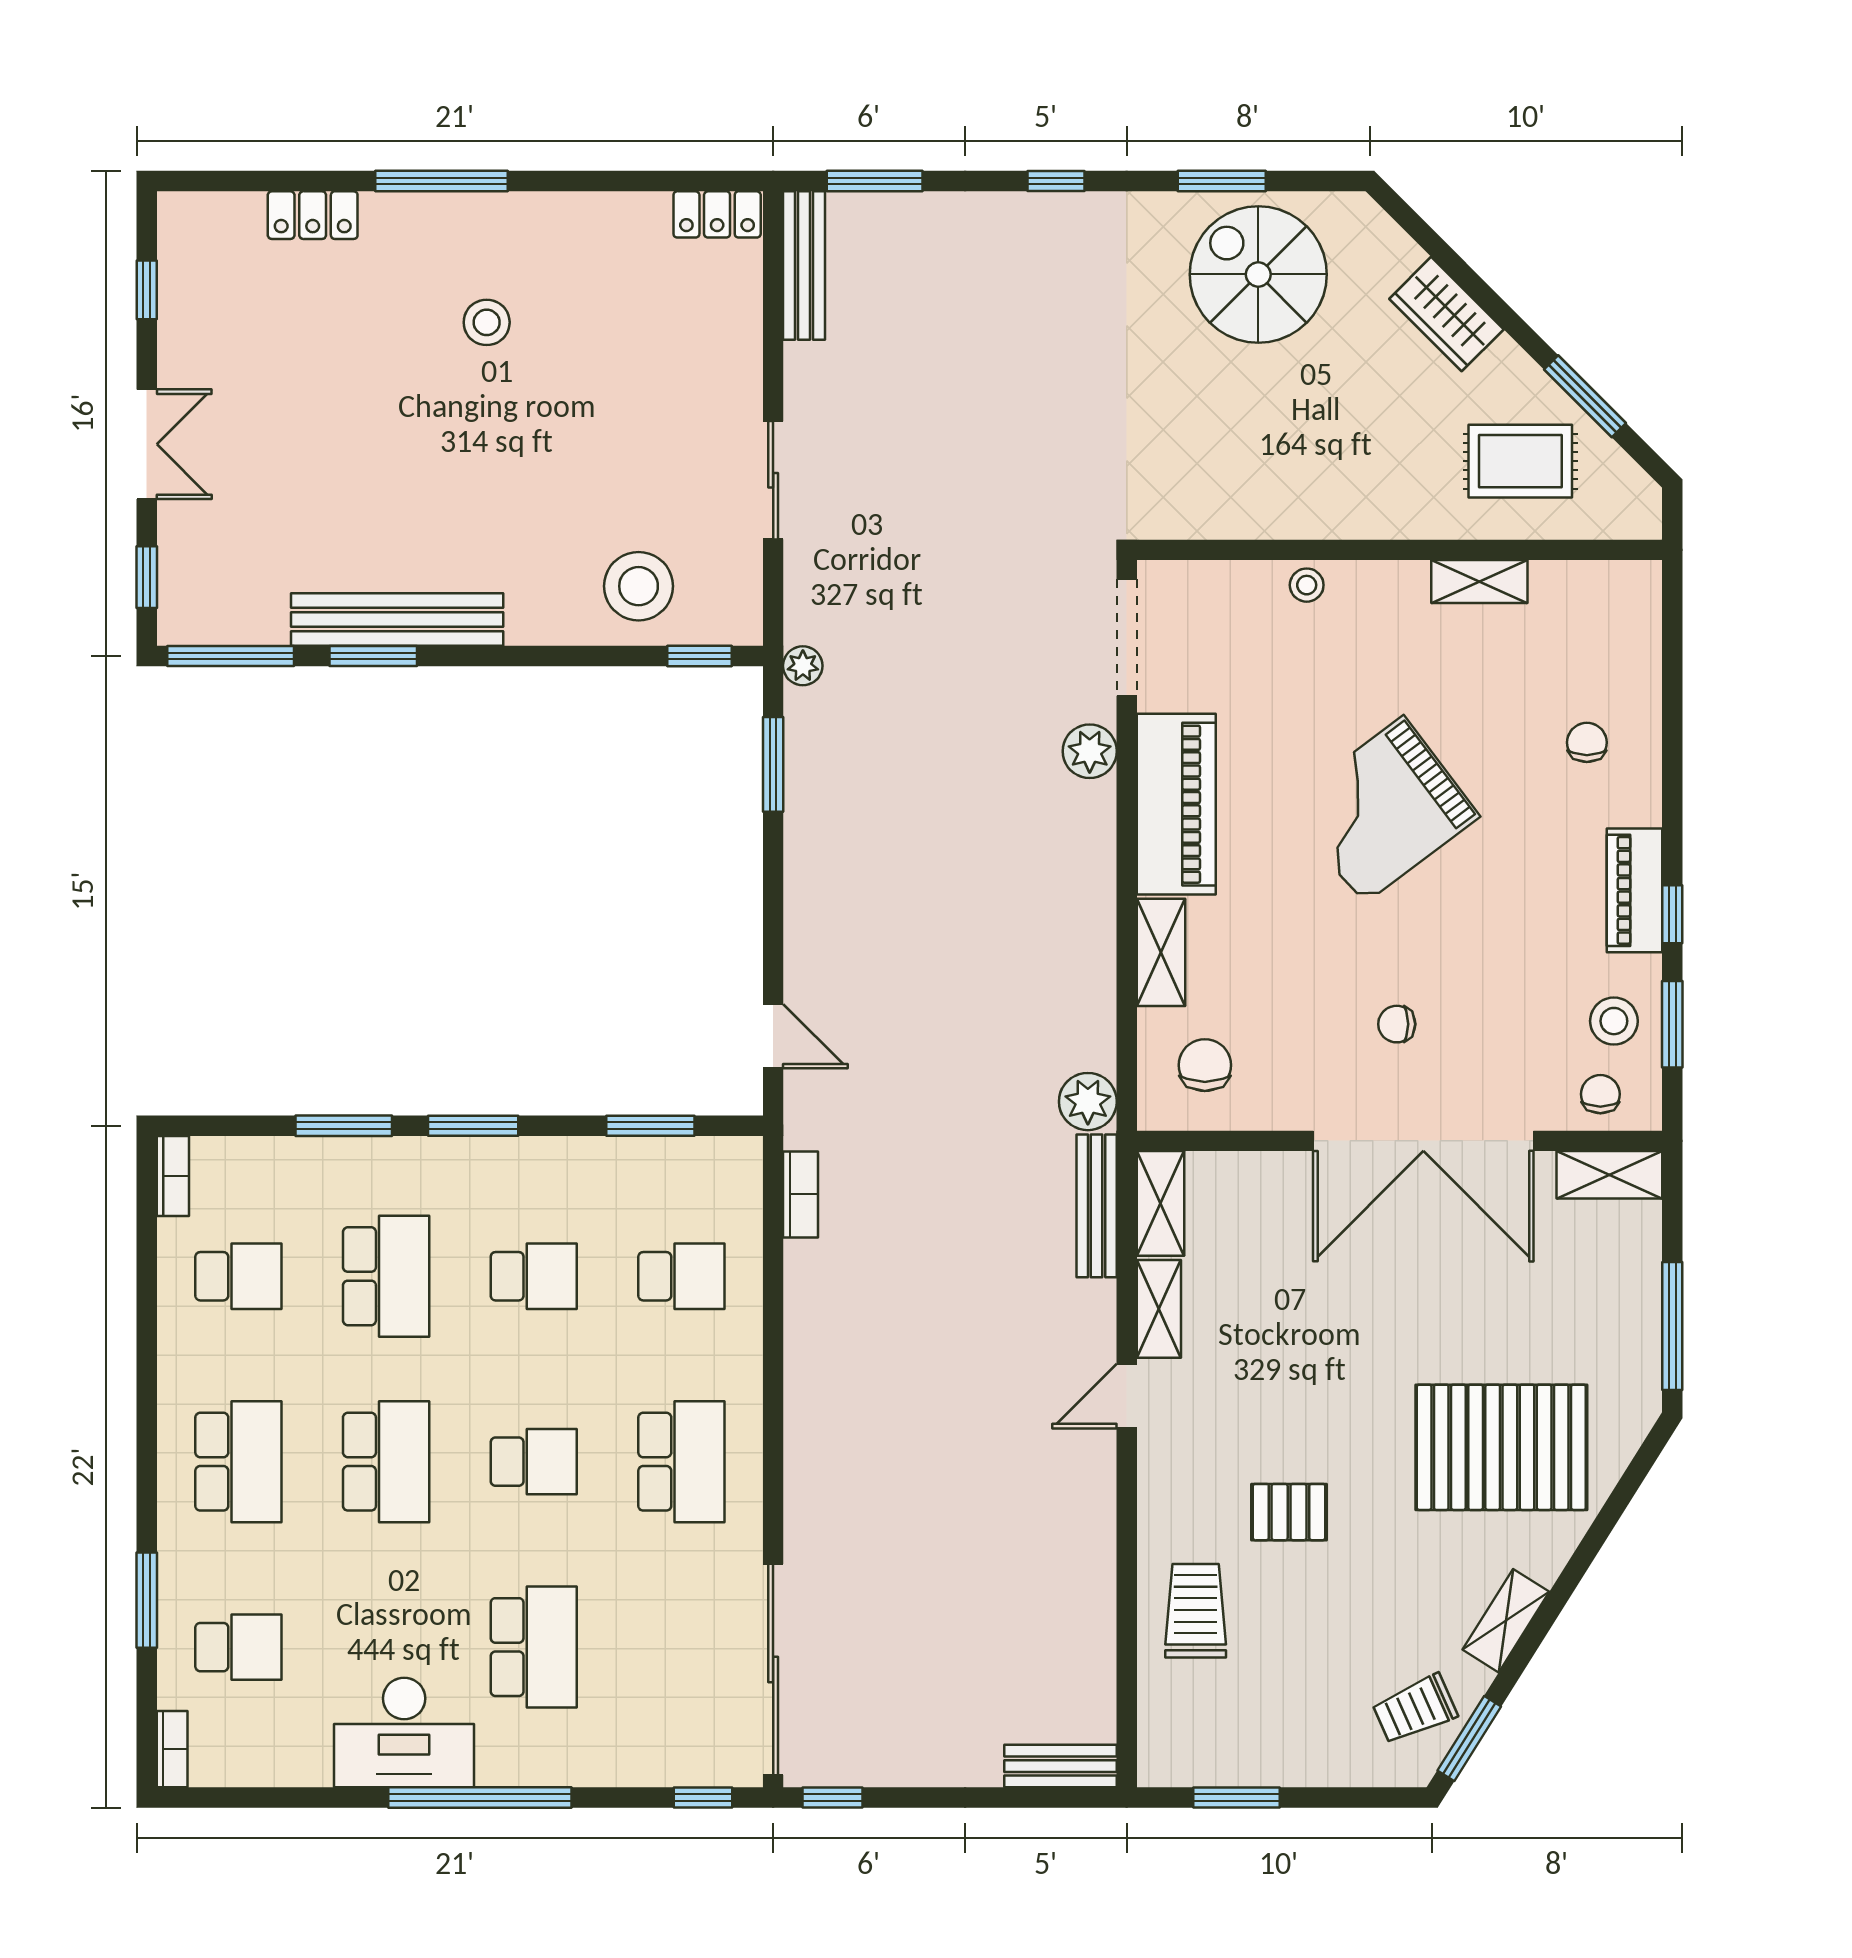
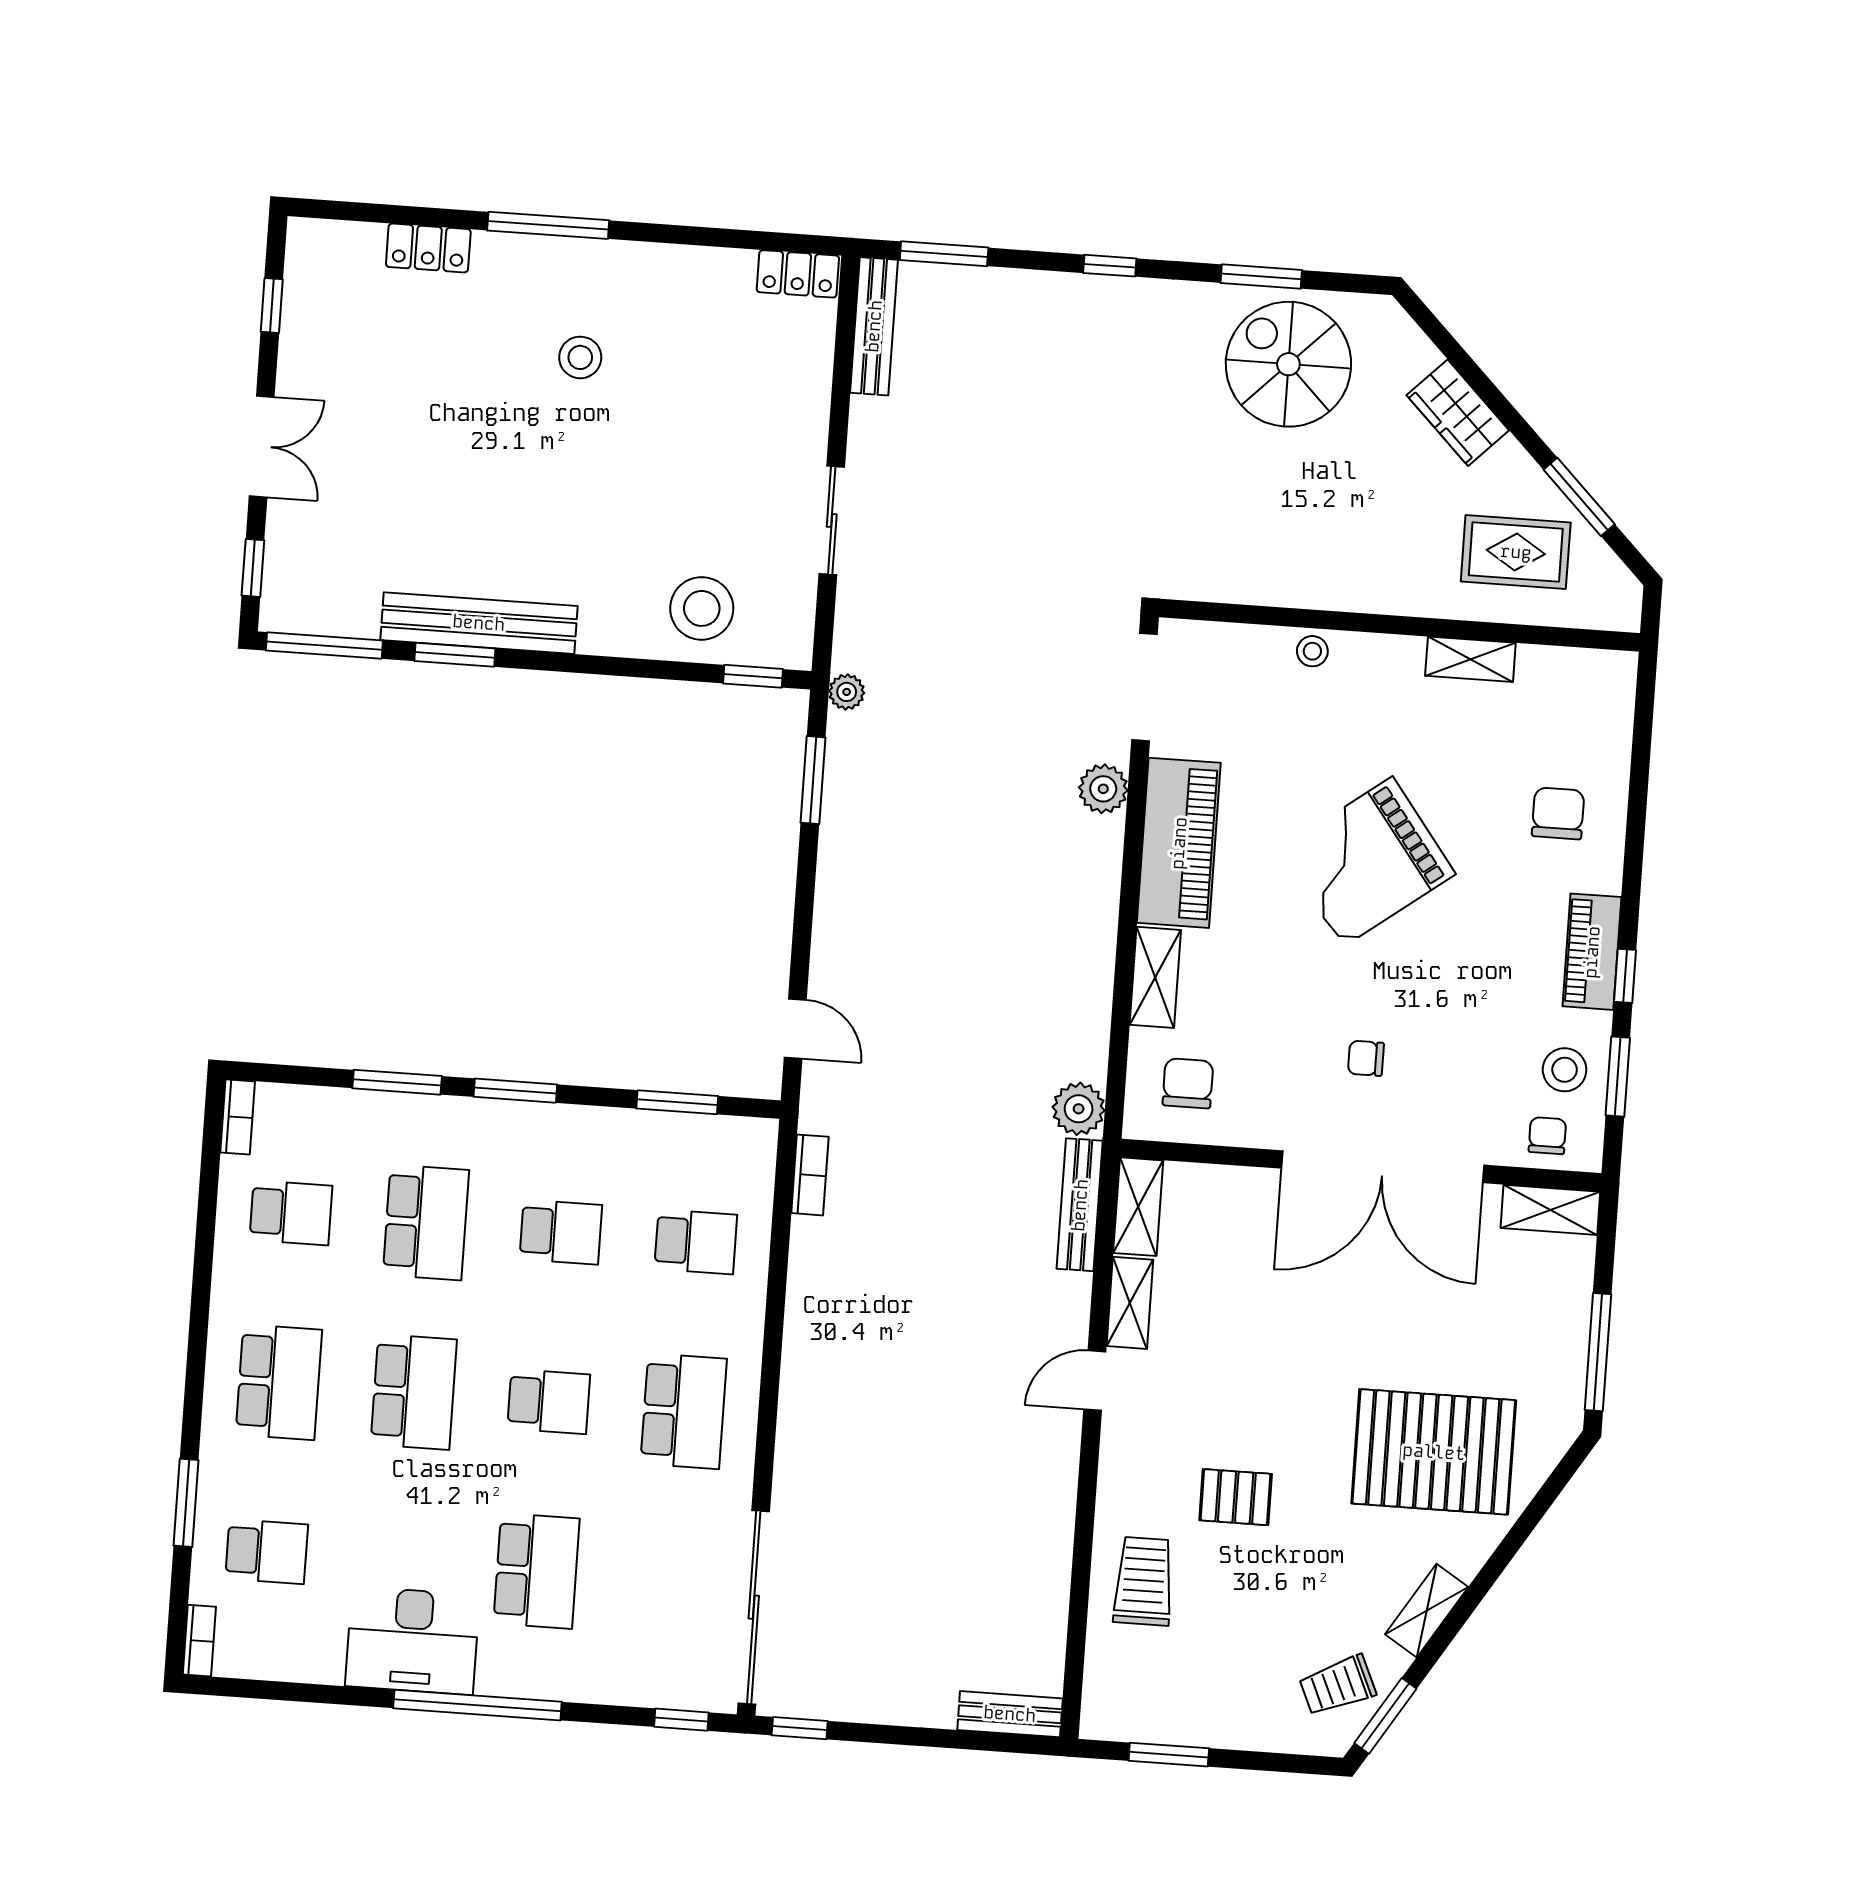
chair: (1587, 742) -> (1558, 813), width x1.37, depth x1.37

